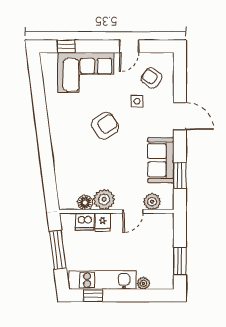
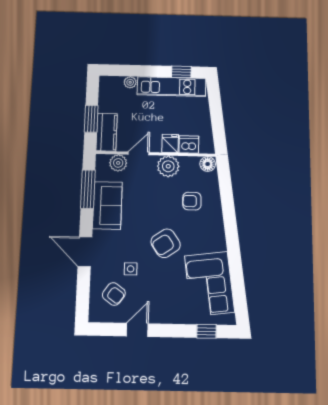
corner sofa: (86, 72) -> (209, 284), moved, turned -97
armchair: (81, 166) -> (192, 201), added
window: (180, 175) -> (88, 189), width x1.44
floor lamp: (85, 203) -> (208, 164), moved
kitchen counter: (164, 232) -> (107, 132), added
window: (58, 250) -> (217, 117), removed
window: (180, 261) -> (91, 119), moved

